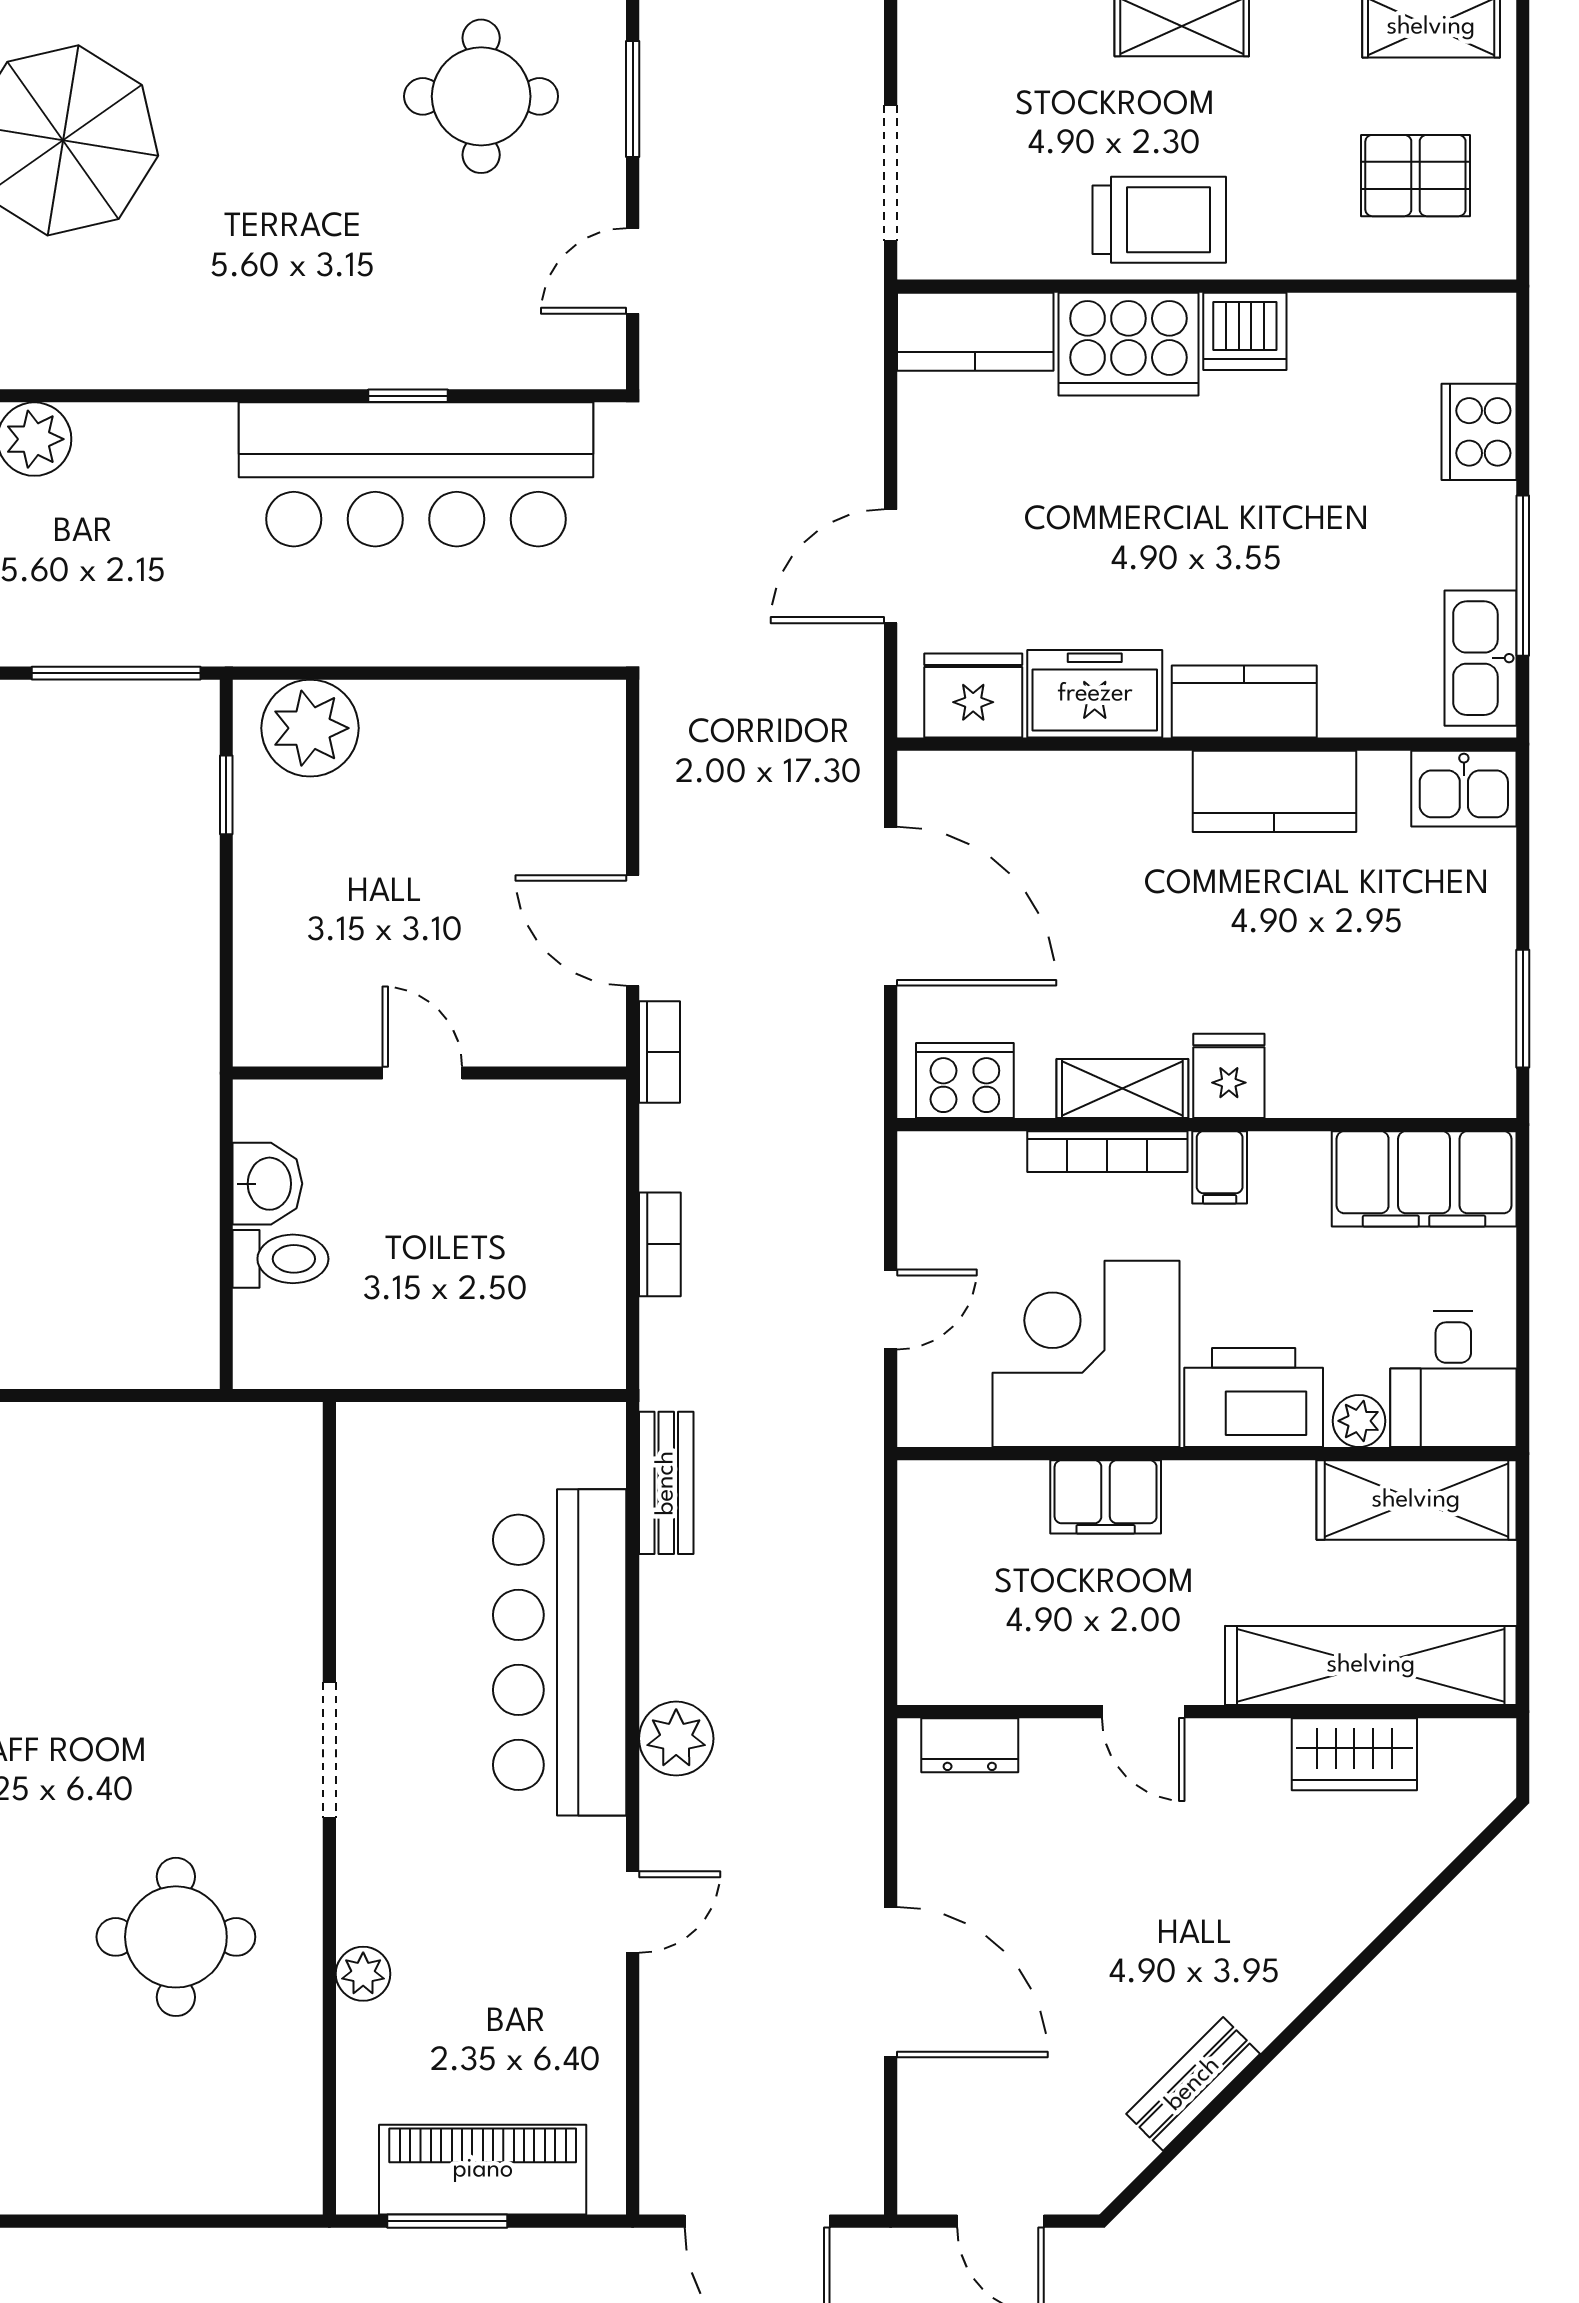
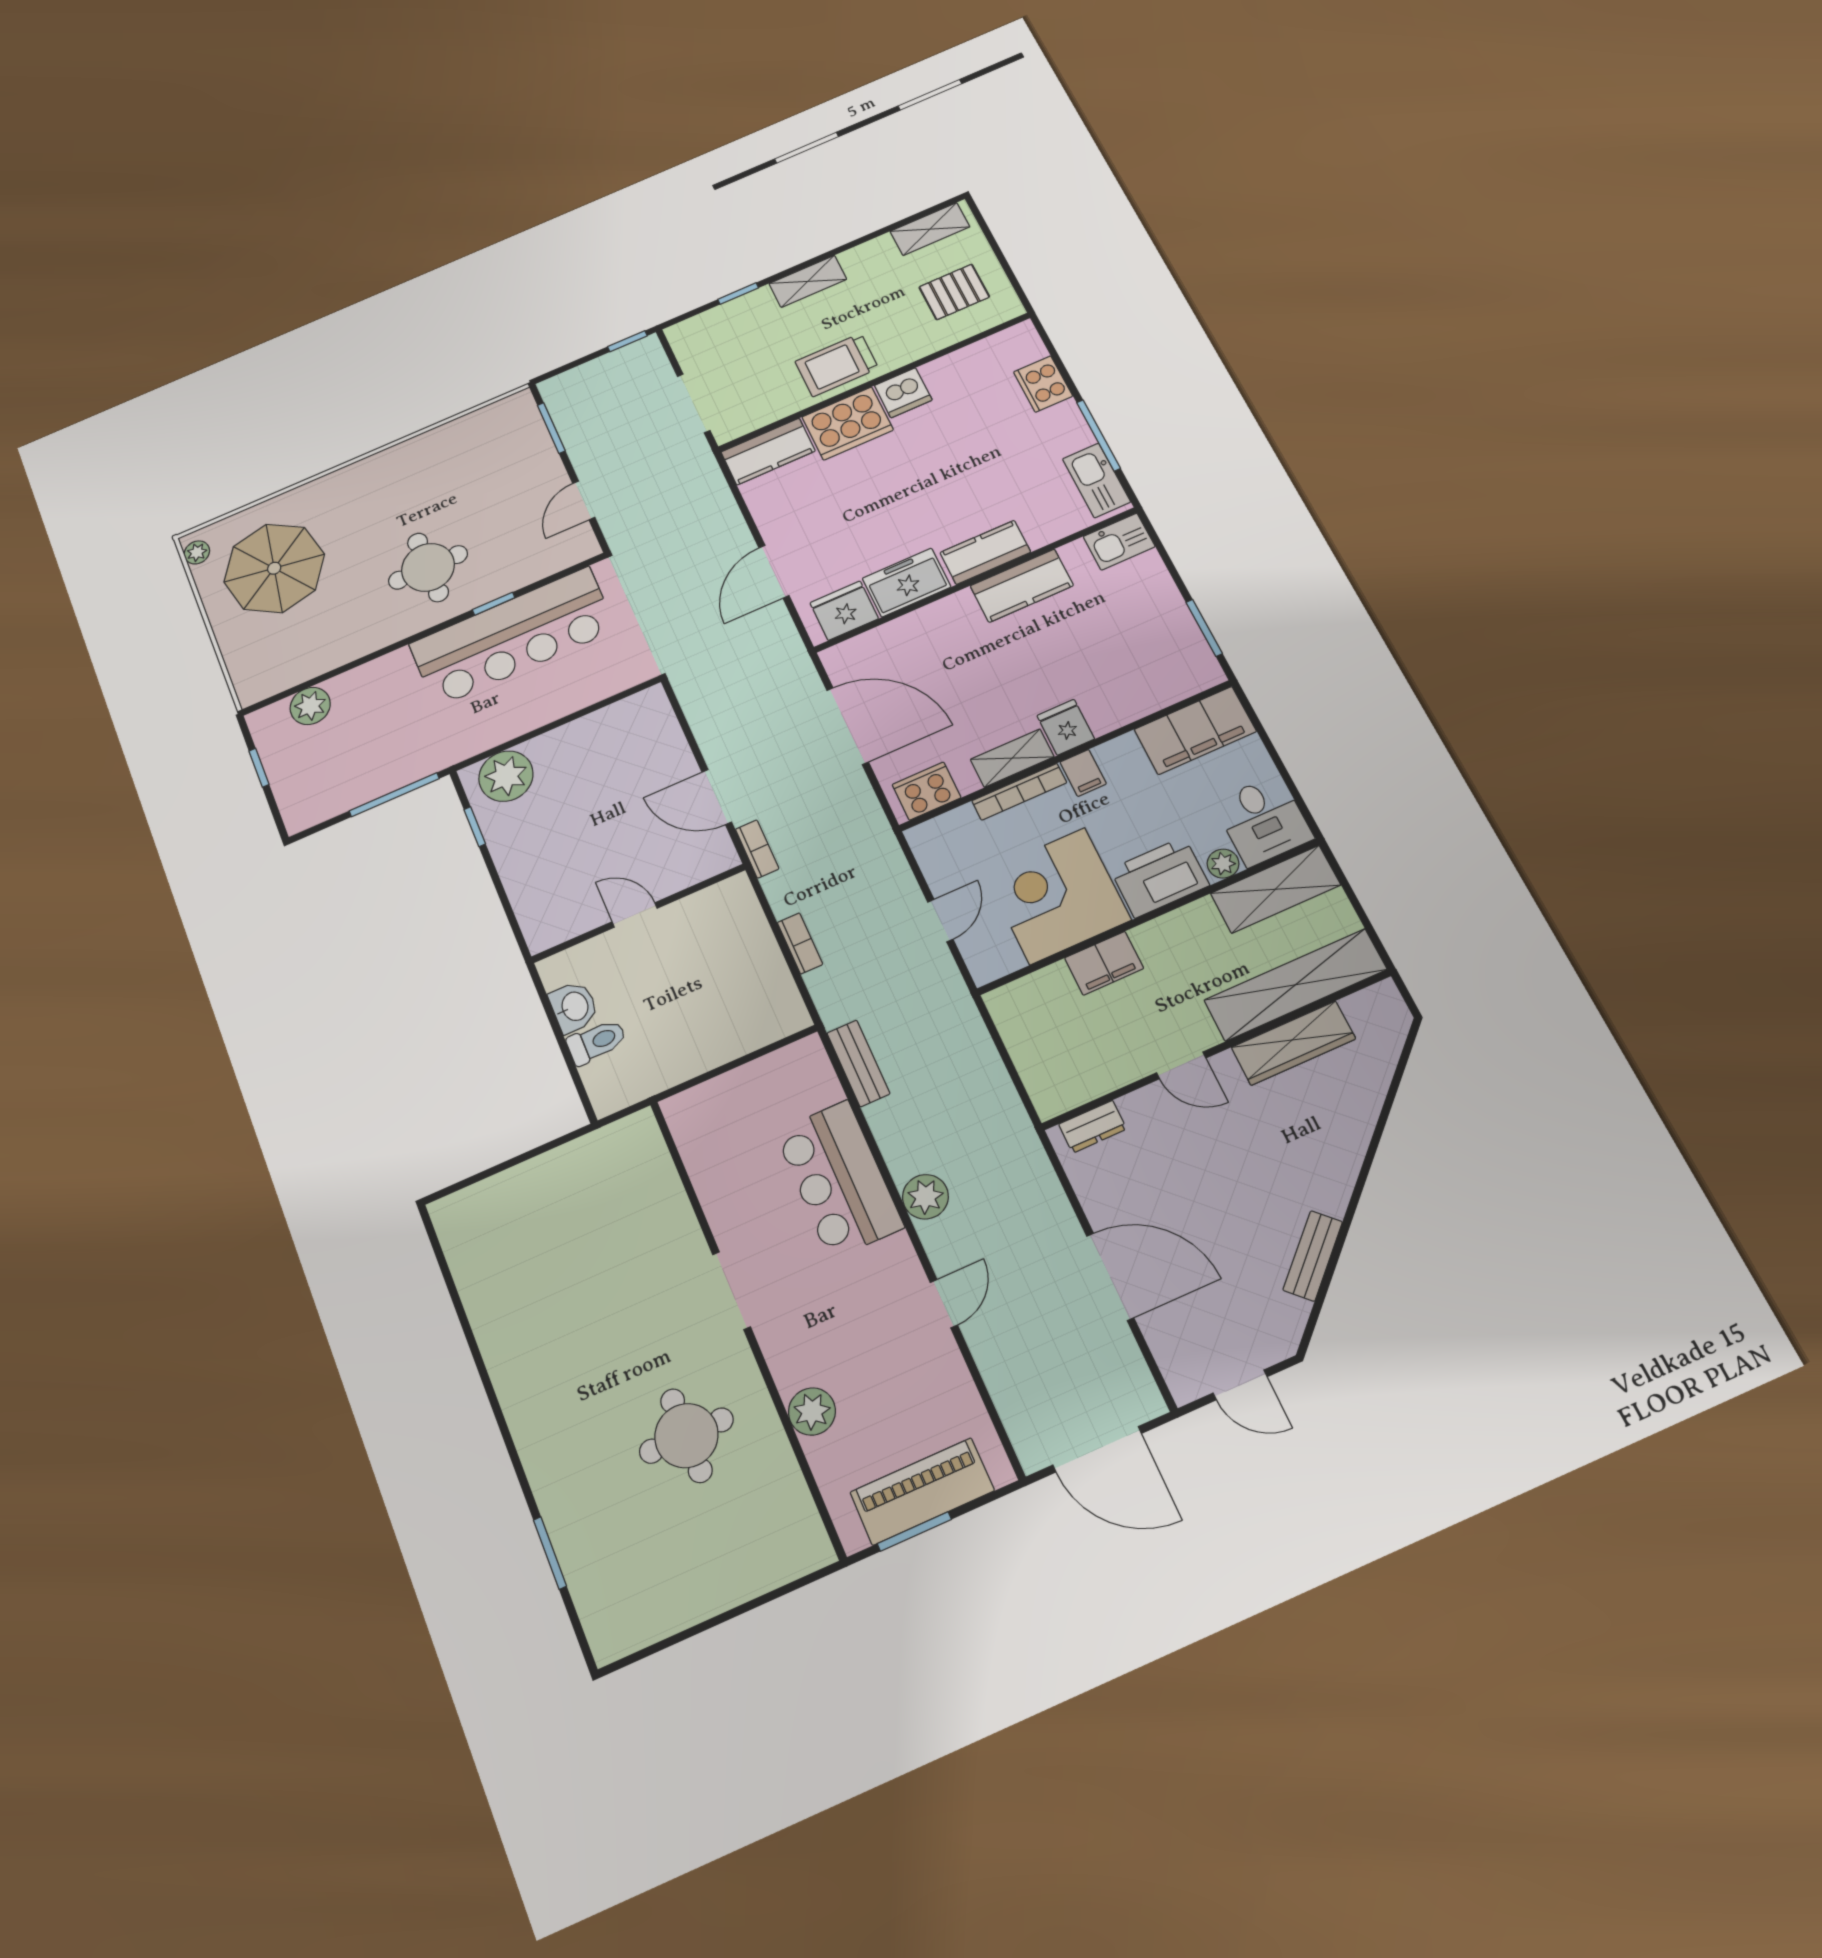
round table: (481, 96) -> (428, 567), moved
trolley: (1159, 220) -> (837, 365), turned 180
bar counter: (560, 1652) -> (839, 1179), width x0.73
wardrobe: (1354, 1754) -> (1293, 1043), width x1.50
plant: (363, 1974) -> (812, 1411), width x1.38, depth x1.38

